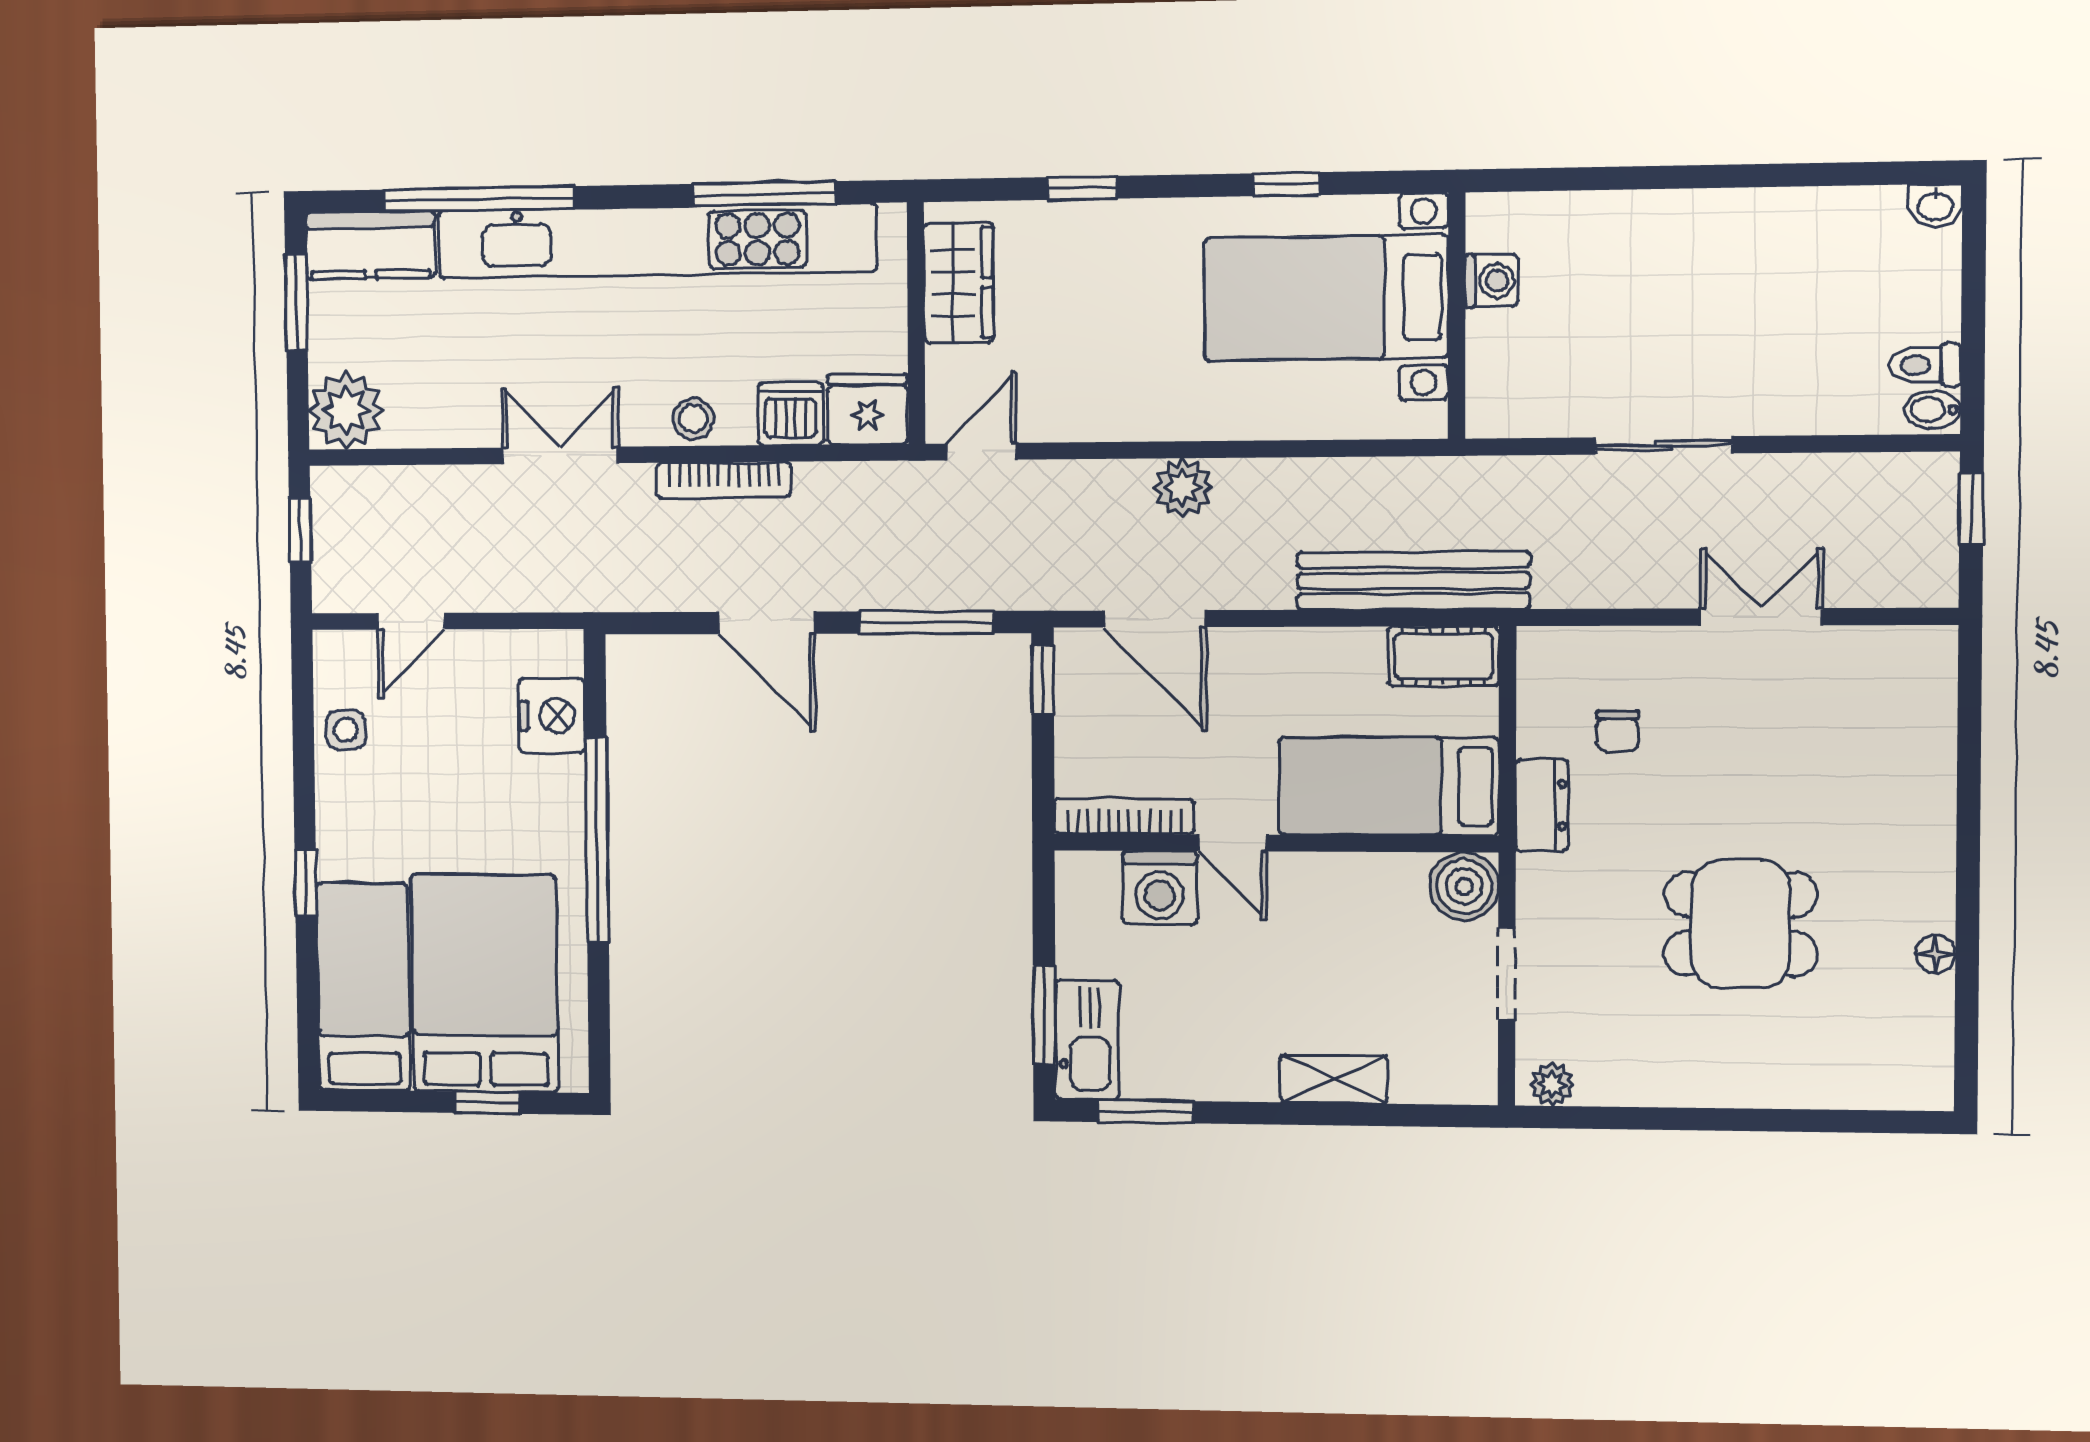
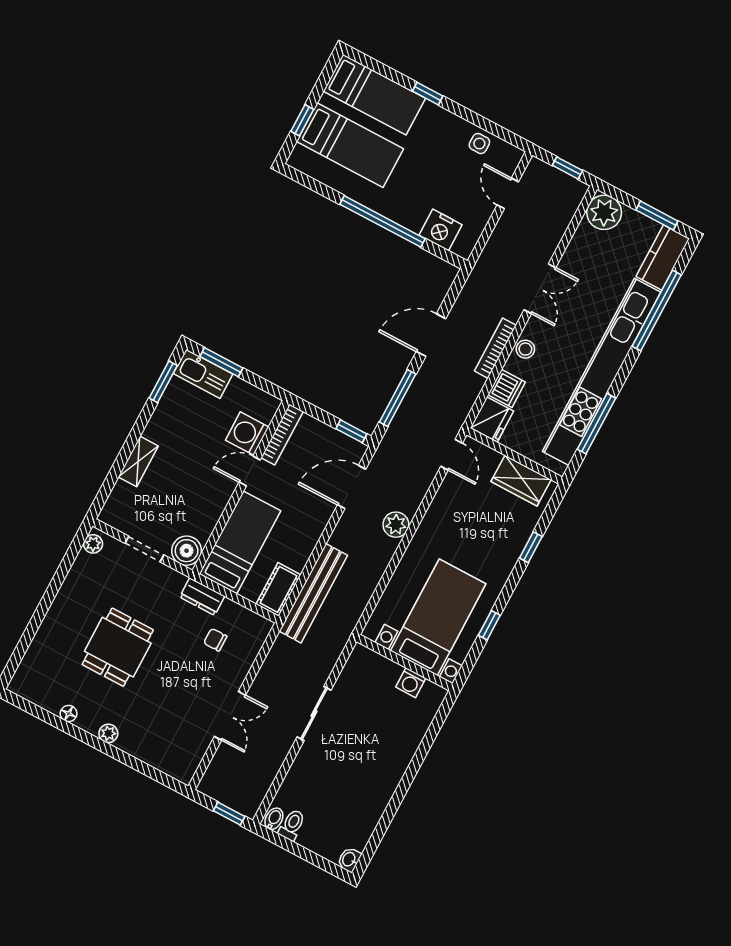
plant: (1934, 850) -> (108, 733), added
bed: (485, 983) -> (350, 145), width x0.67

